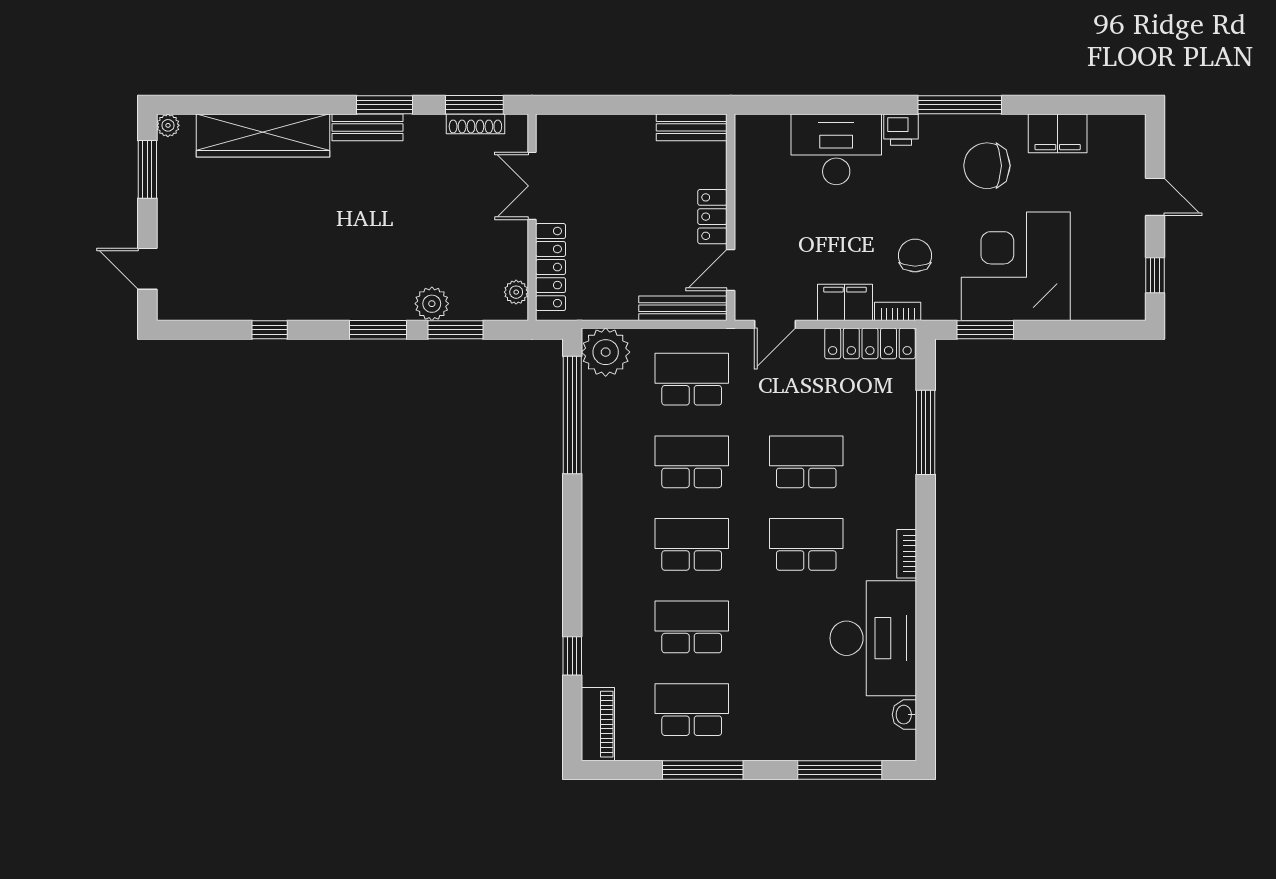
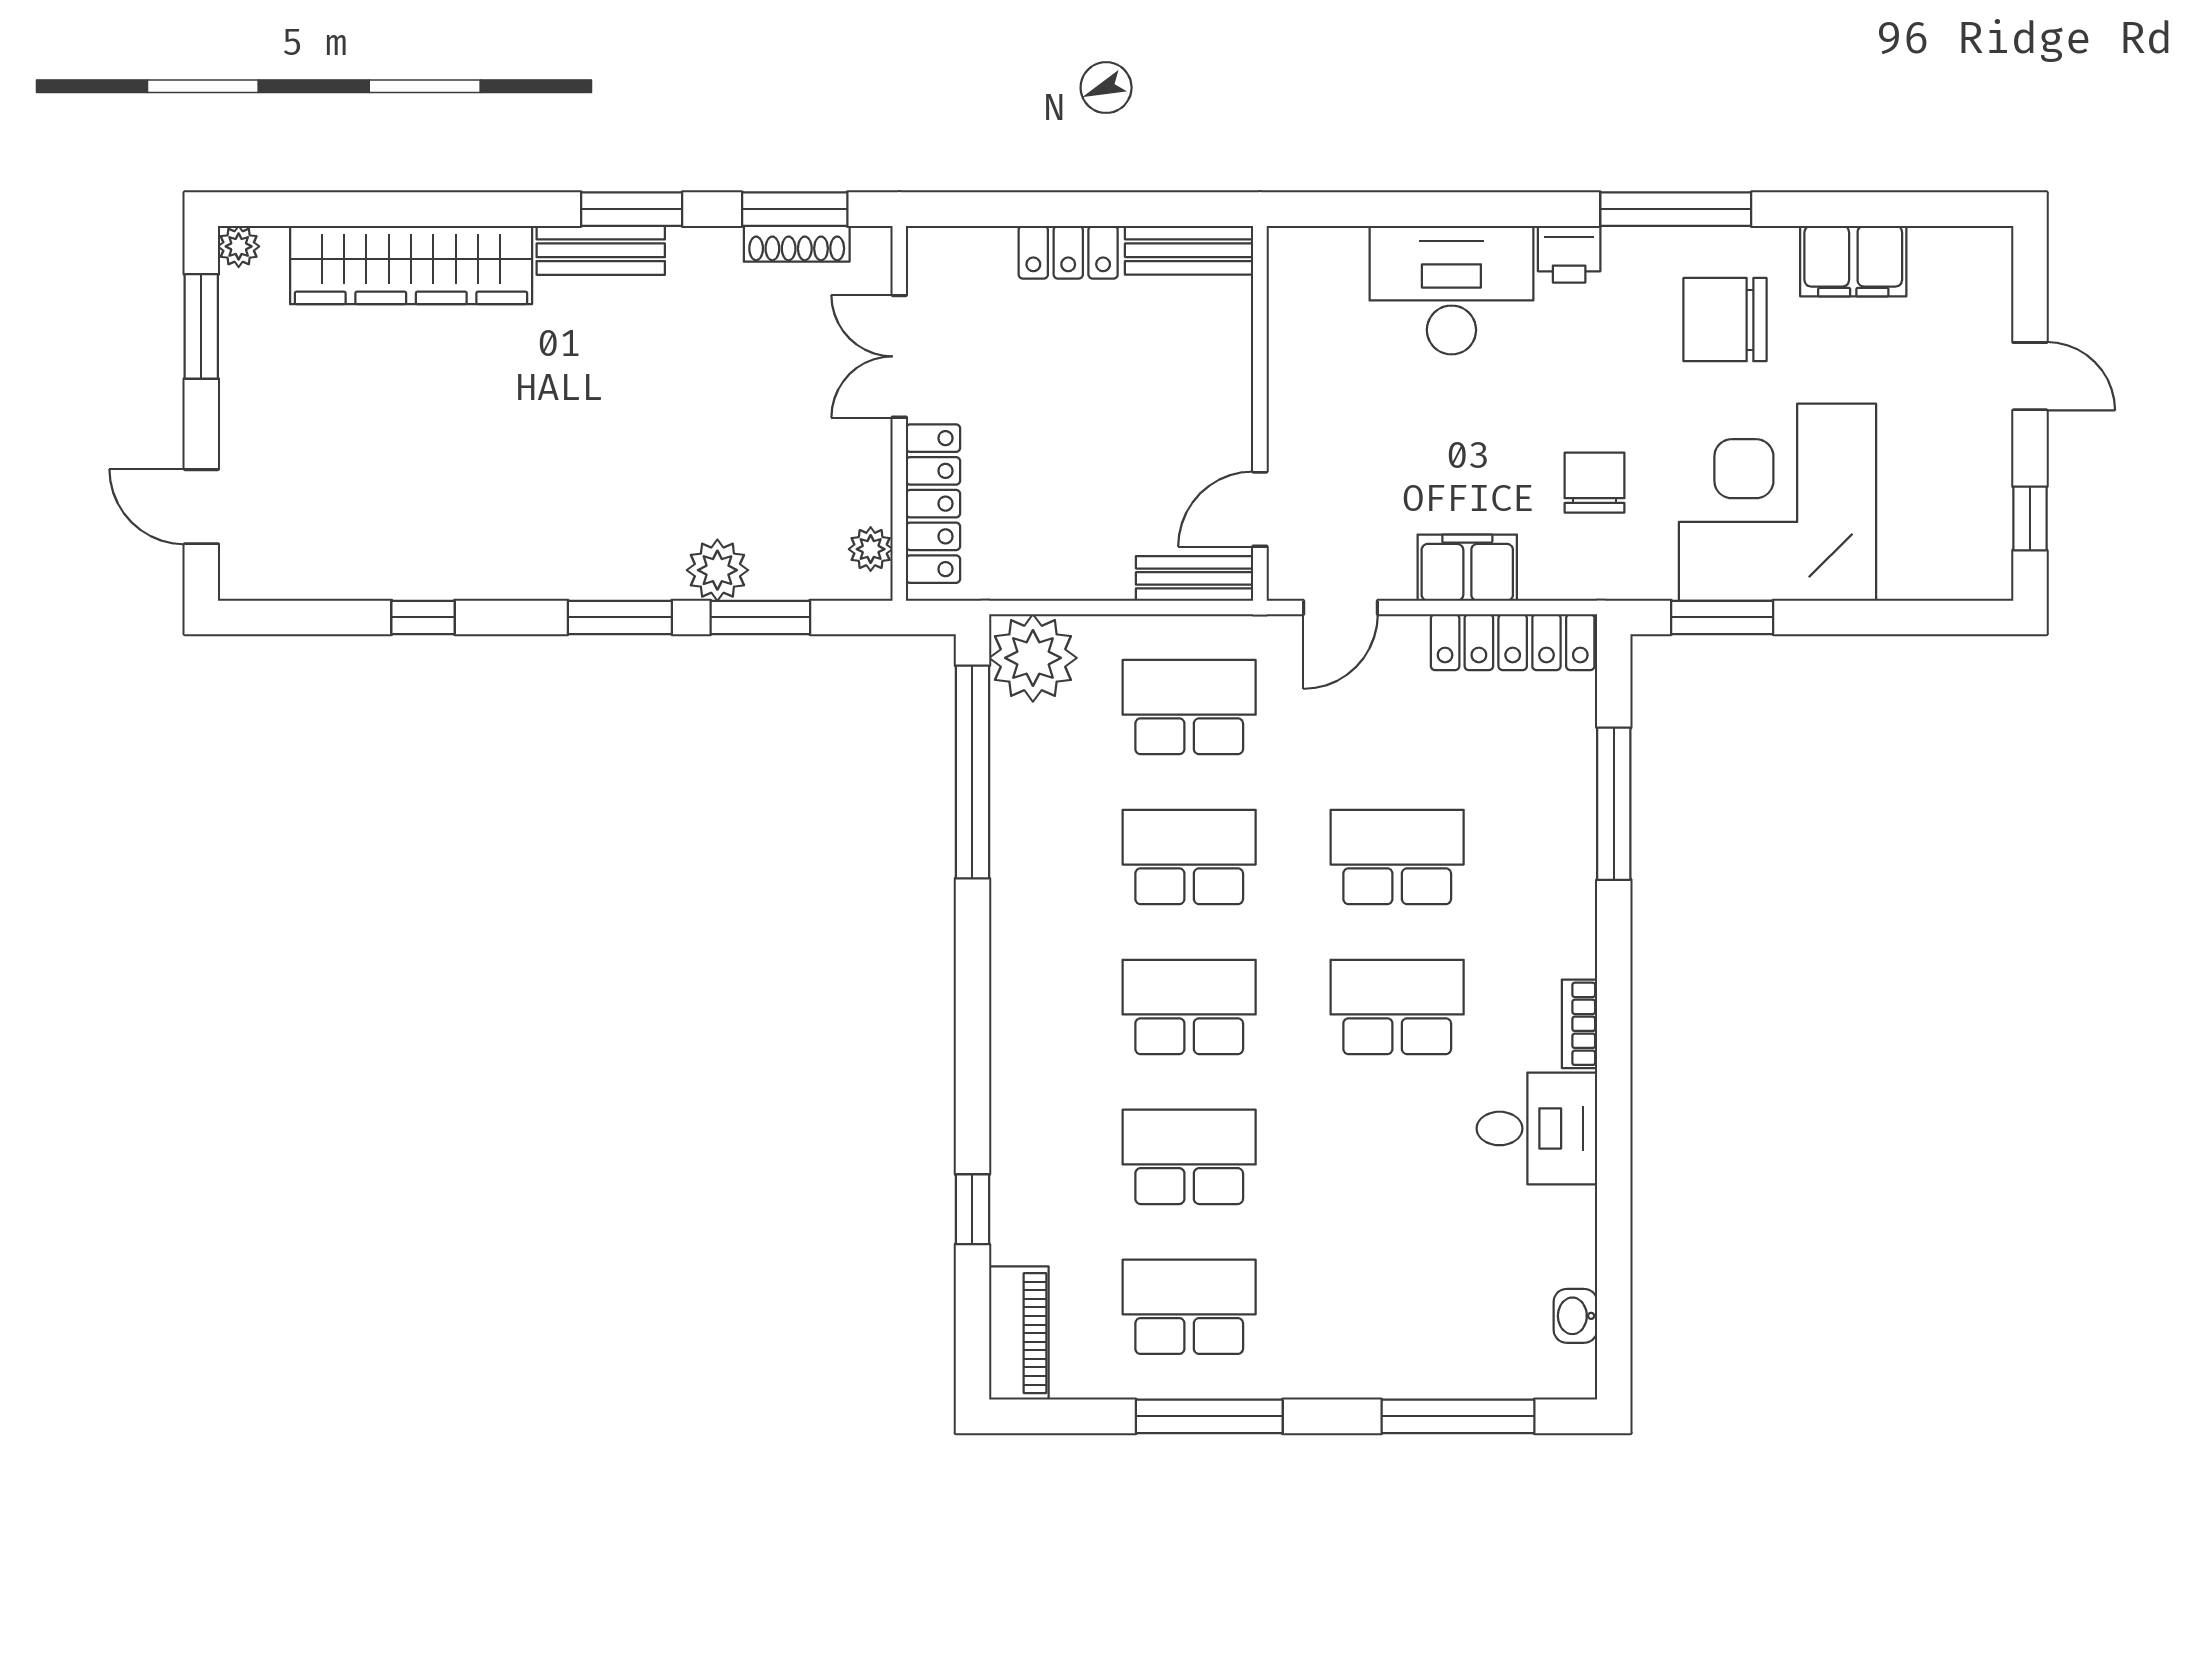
locker: (712, 217) -> (1068, 252), moved, turned -90
bench: (683, 308) -> (1195, 578), width x0.73
bookcase: (898, 311) -> (1563, 584), removed
desk: (873, 638) -> (1537, 1128), width x0.53, depth x0.77

